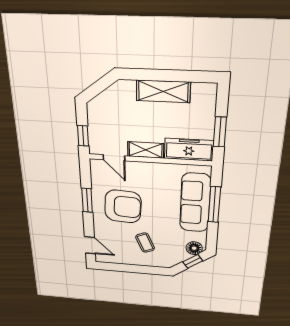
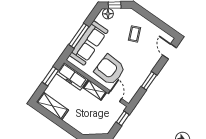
shelving: (163, 91) -> (52, 106), moved
armchair: (123, 207) -> (110, 70), moved

